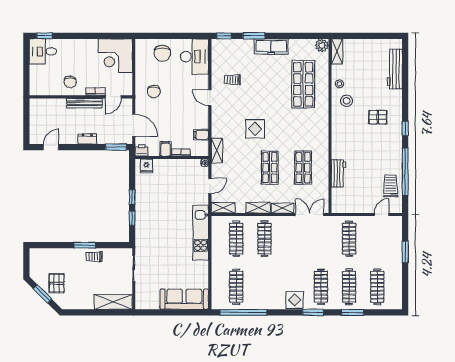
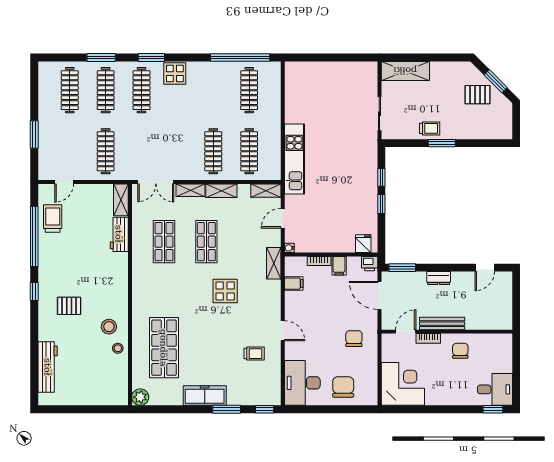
shelving: (337, 51) -> (121, 200), moved
trolley: (391, 186) -> (53, 218), turned 180
pallet: (57, 283) -> (478, 95), turned 90
sofa: (184, 299) -> (315, 74), removed

